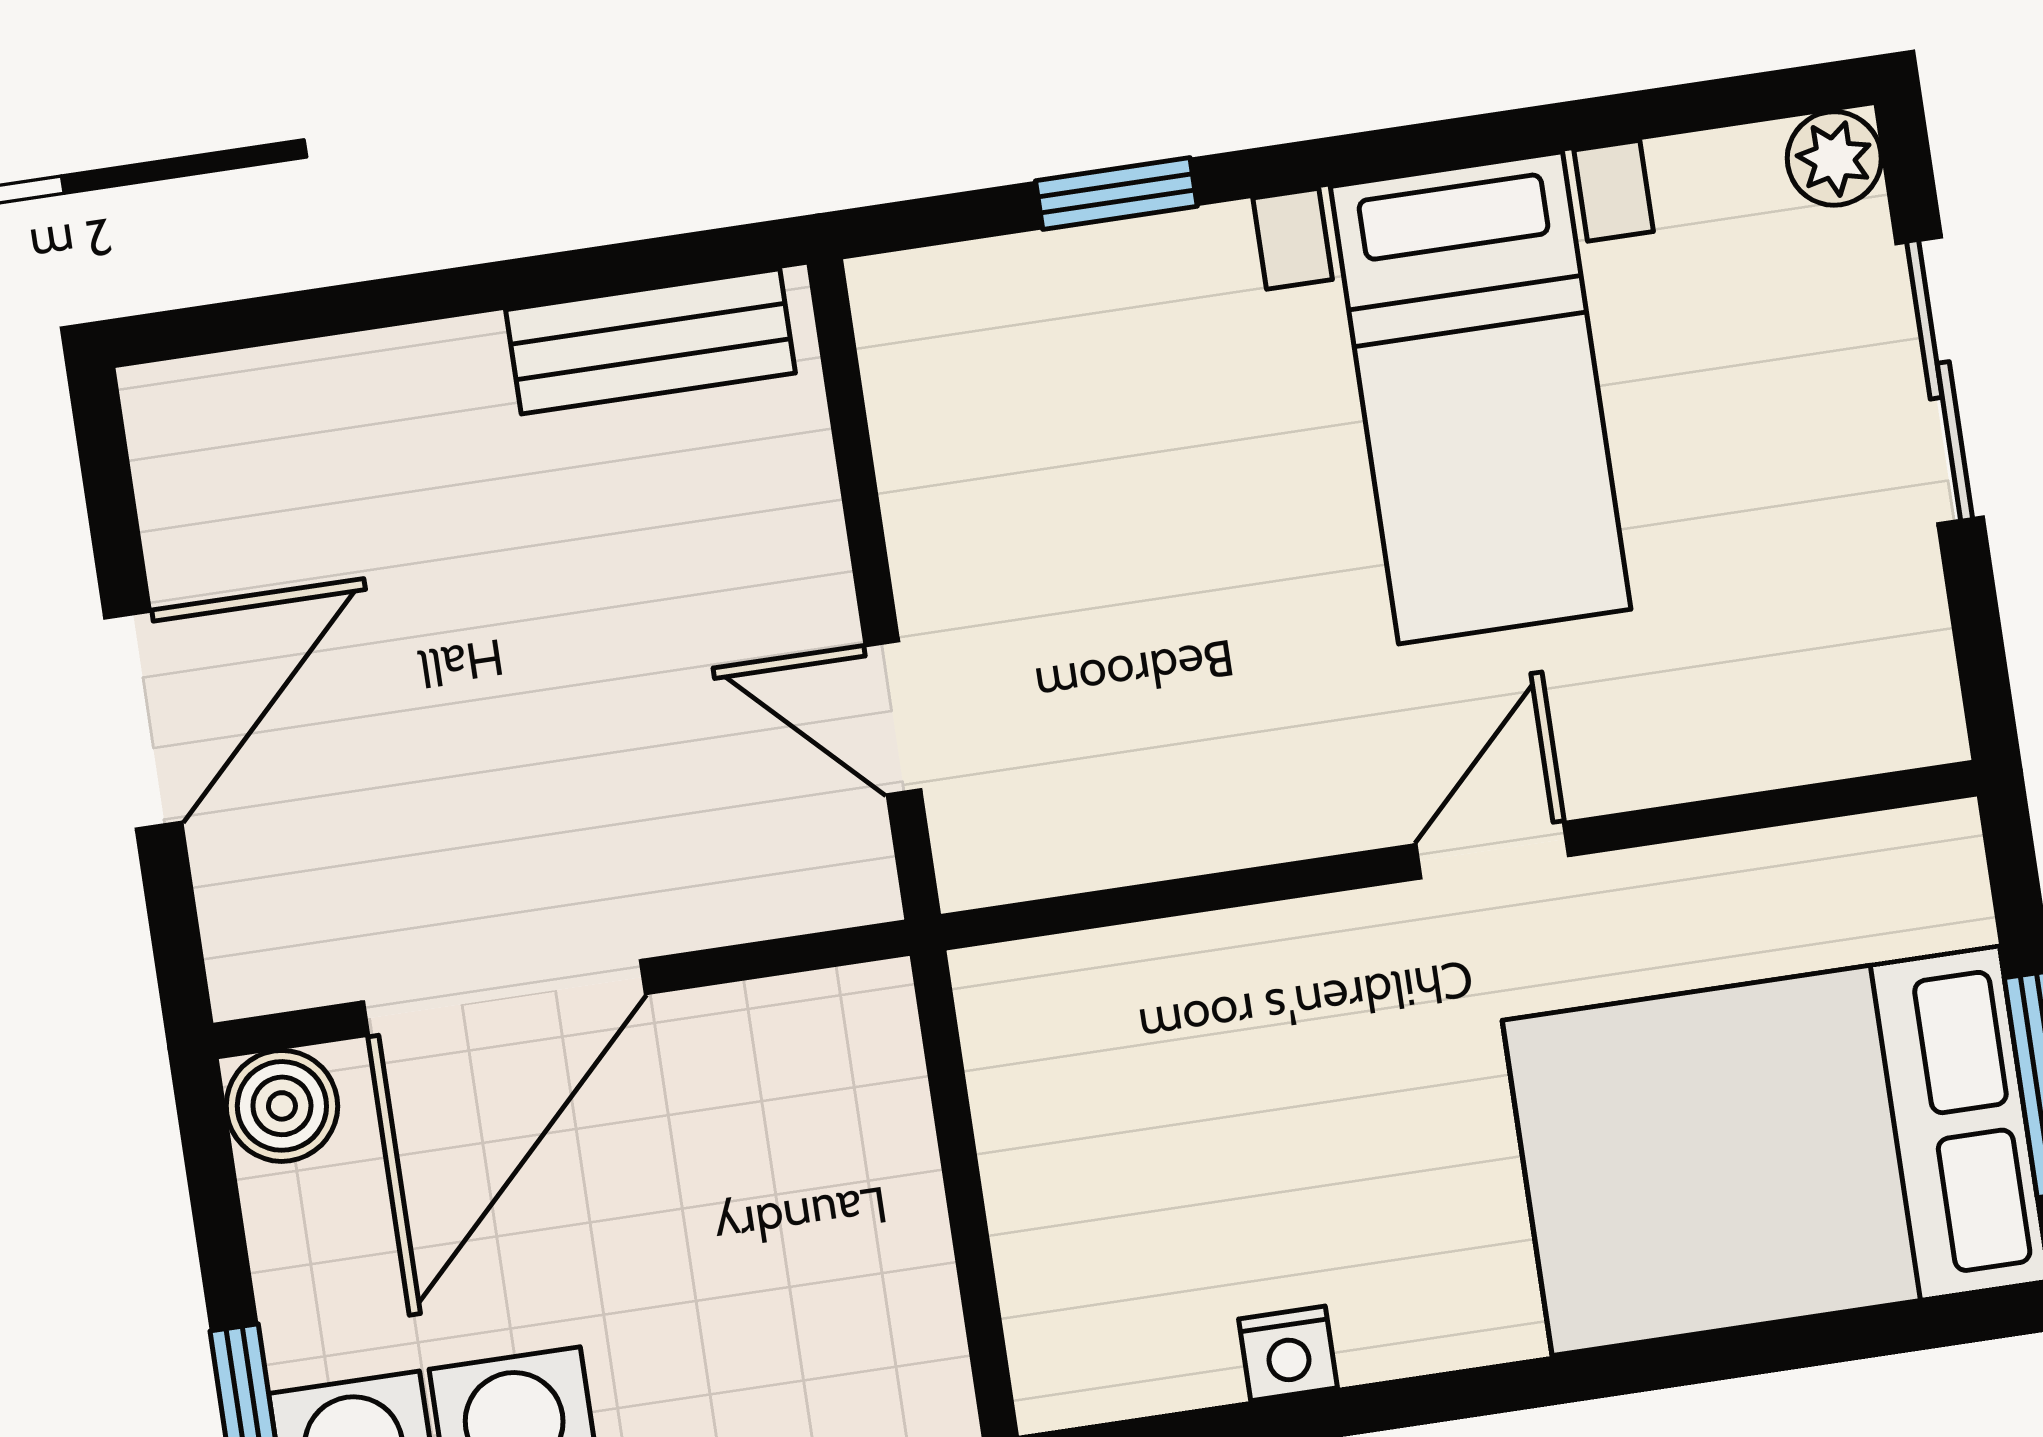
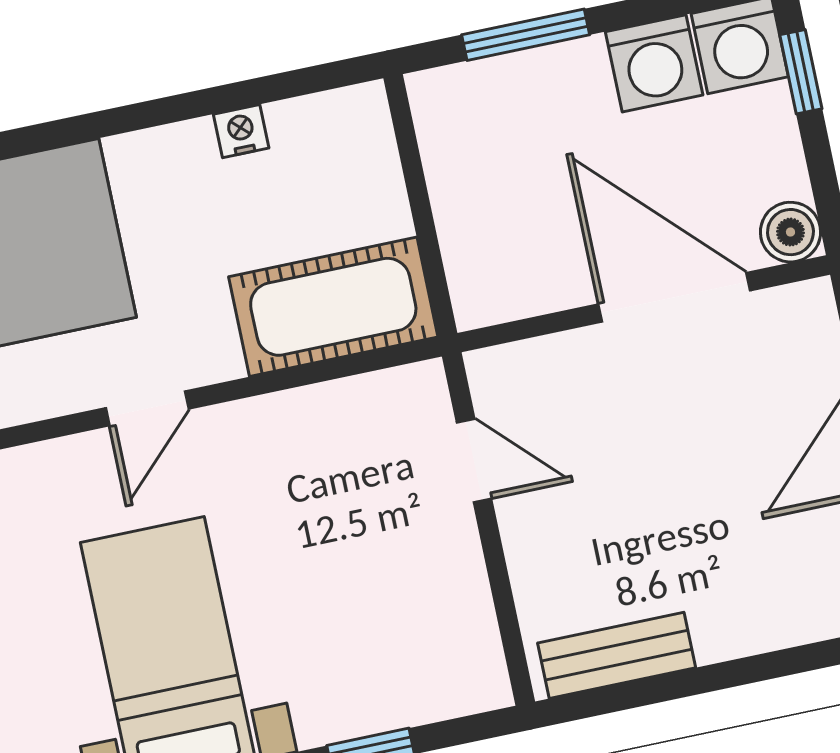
door: (504, 998) -> (674, 297), hinge flipped
cot: (1137, 1018) -> (333, 307), added

